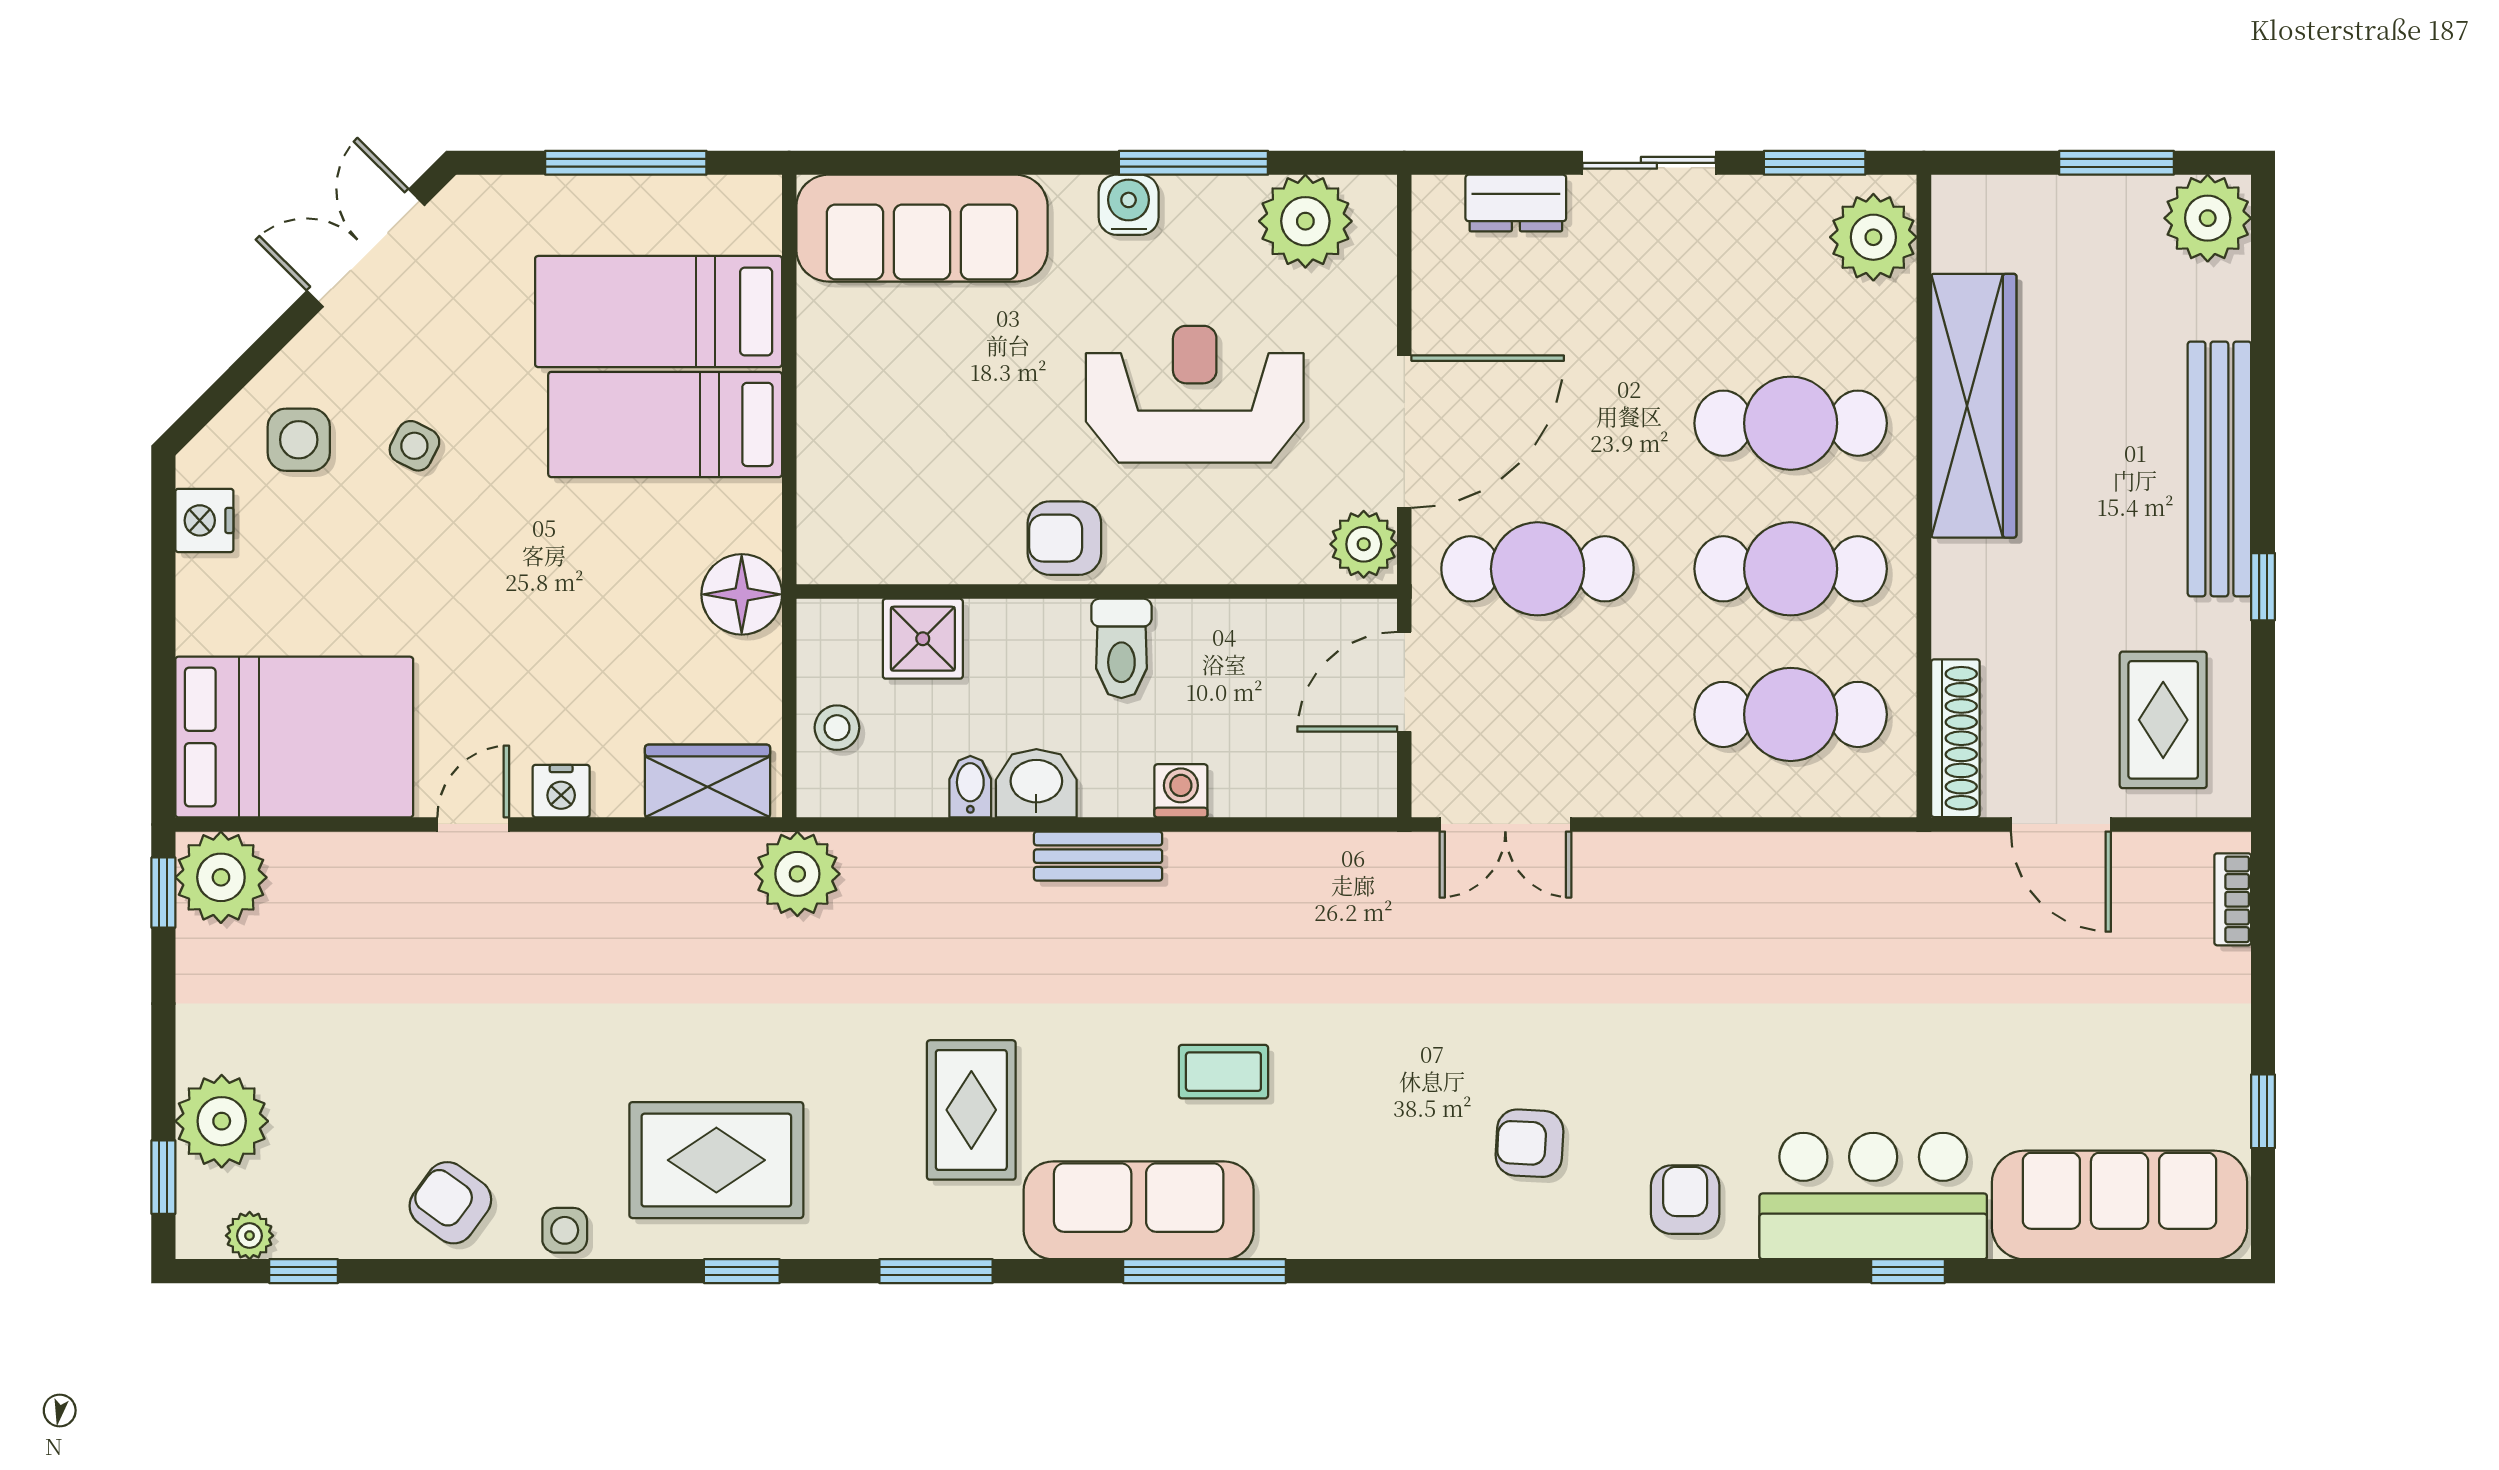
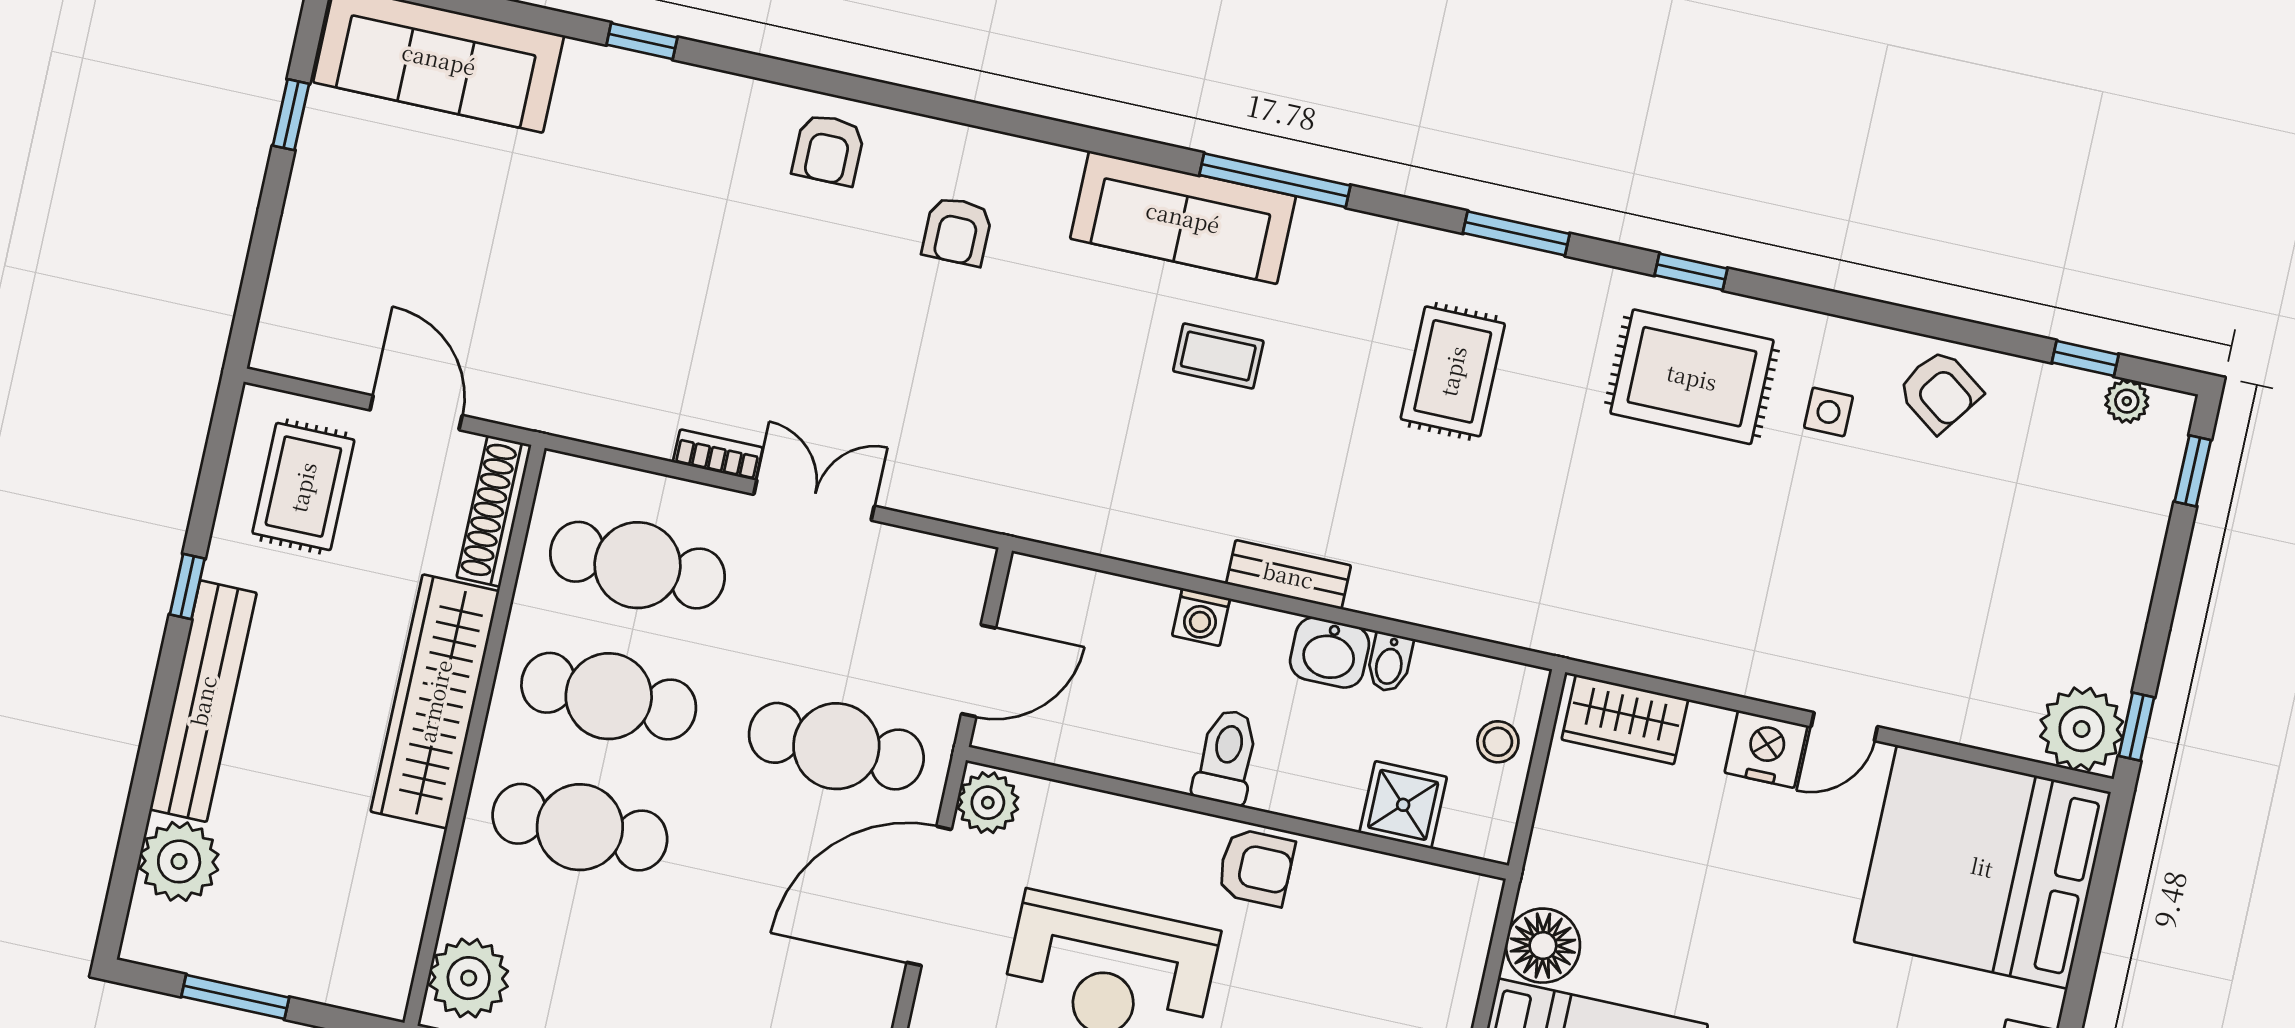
plant: (2208, 218) -> (179, 861), moved
wardrobe: (1974, 406) -> (435, 701), moved
floor lamp: (742, 594) -> (1543, 946), moved
bed: (294, 737) -> (1982, 867), width x1.36
nightstand: (561, 791) -> (1766, 749), width x1.36, depth x1.33
double door: (1505, 824) -> (814, 500), moved
plant: (797, 874) -> (1562, 618), removed
bookcase: (2233, 899) -> (718, 455), moved, turned -90
plant: (222, 1121) -> (2129, 510), removed
armchair: (1529, 1143) -> (957, 231), turned 87
bar counter: (1873, 1196) -> (658, 116), removed
sofa: (1139, 1210) -> (1183, 217), moved
side table: (565, 1230) -> (1828, 412), moved

